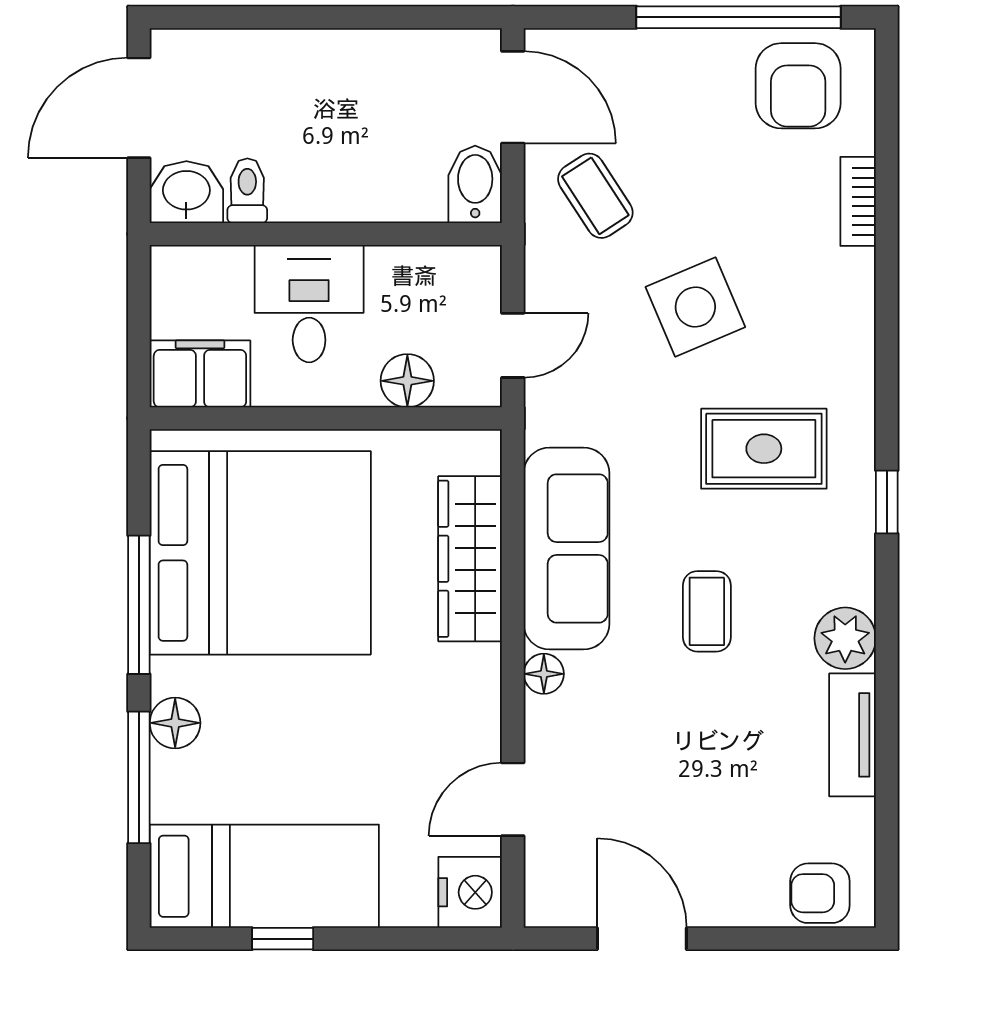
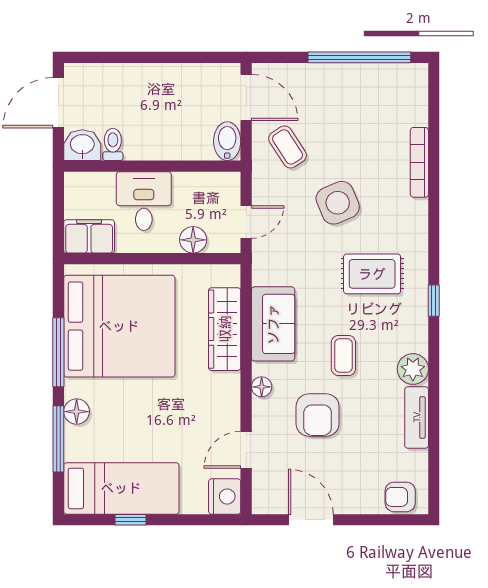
armchair: (798, 86) -> (318, 415), moved
bookcase: (858, 201) -> (419, 162), width x1.56
sofa: (567, 548) -> (273, 324), width x0.73

